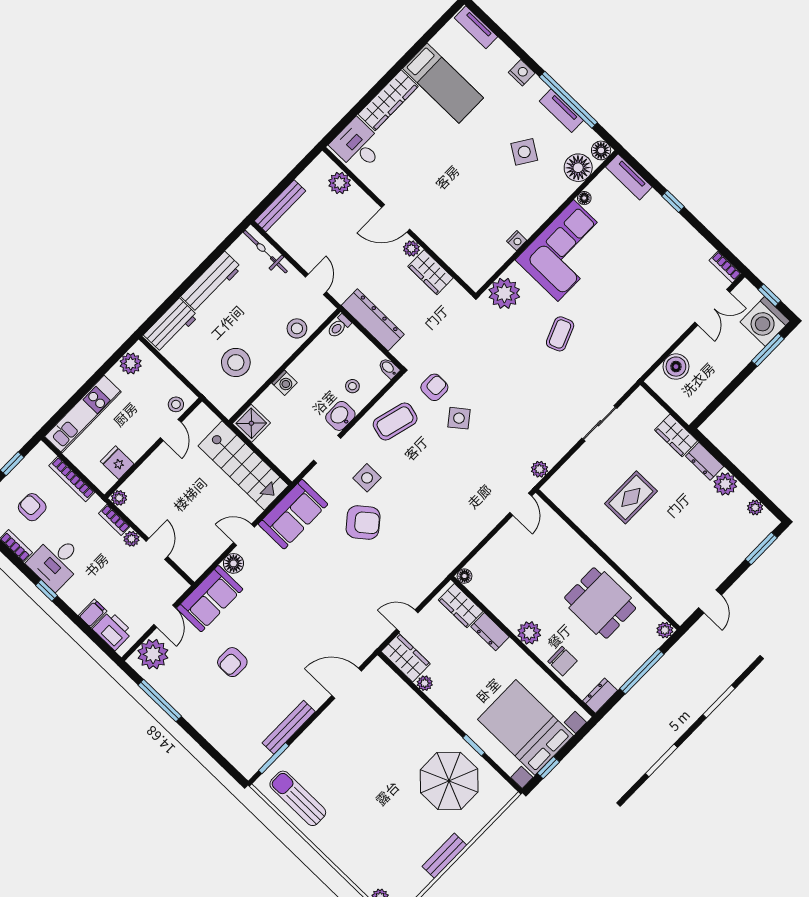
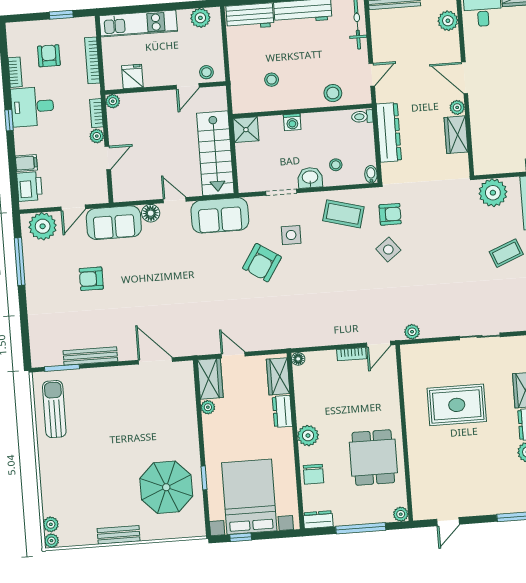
stool: (236, 362) -> (272, 80), width x0.53, depth x0.53
rug: (631, 497) -> (457, 405), width x1.36, depth x1.43
armchair: (363, 522) -> (262, 263), turned 72
bookcase: (505, 533) -> (352, 354), added

